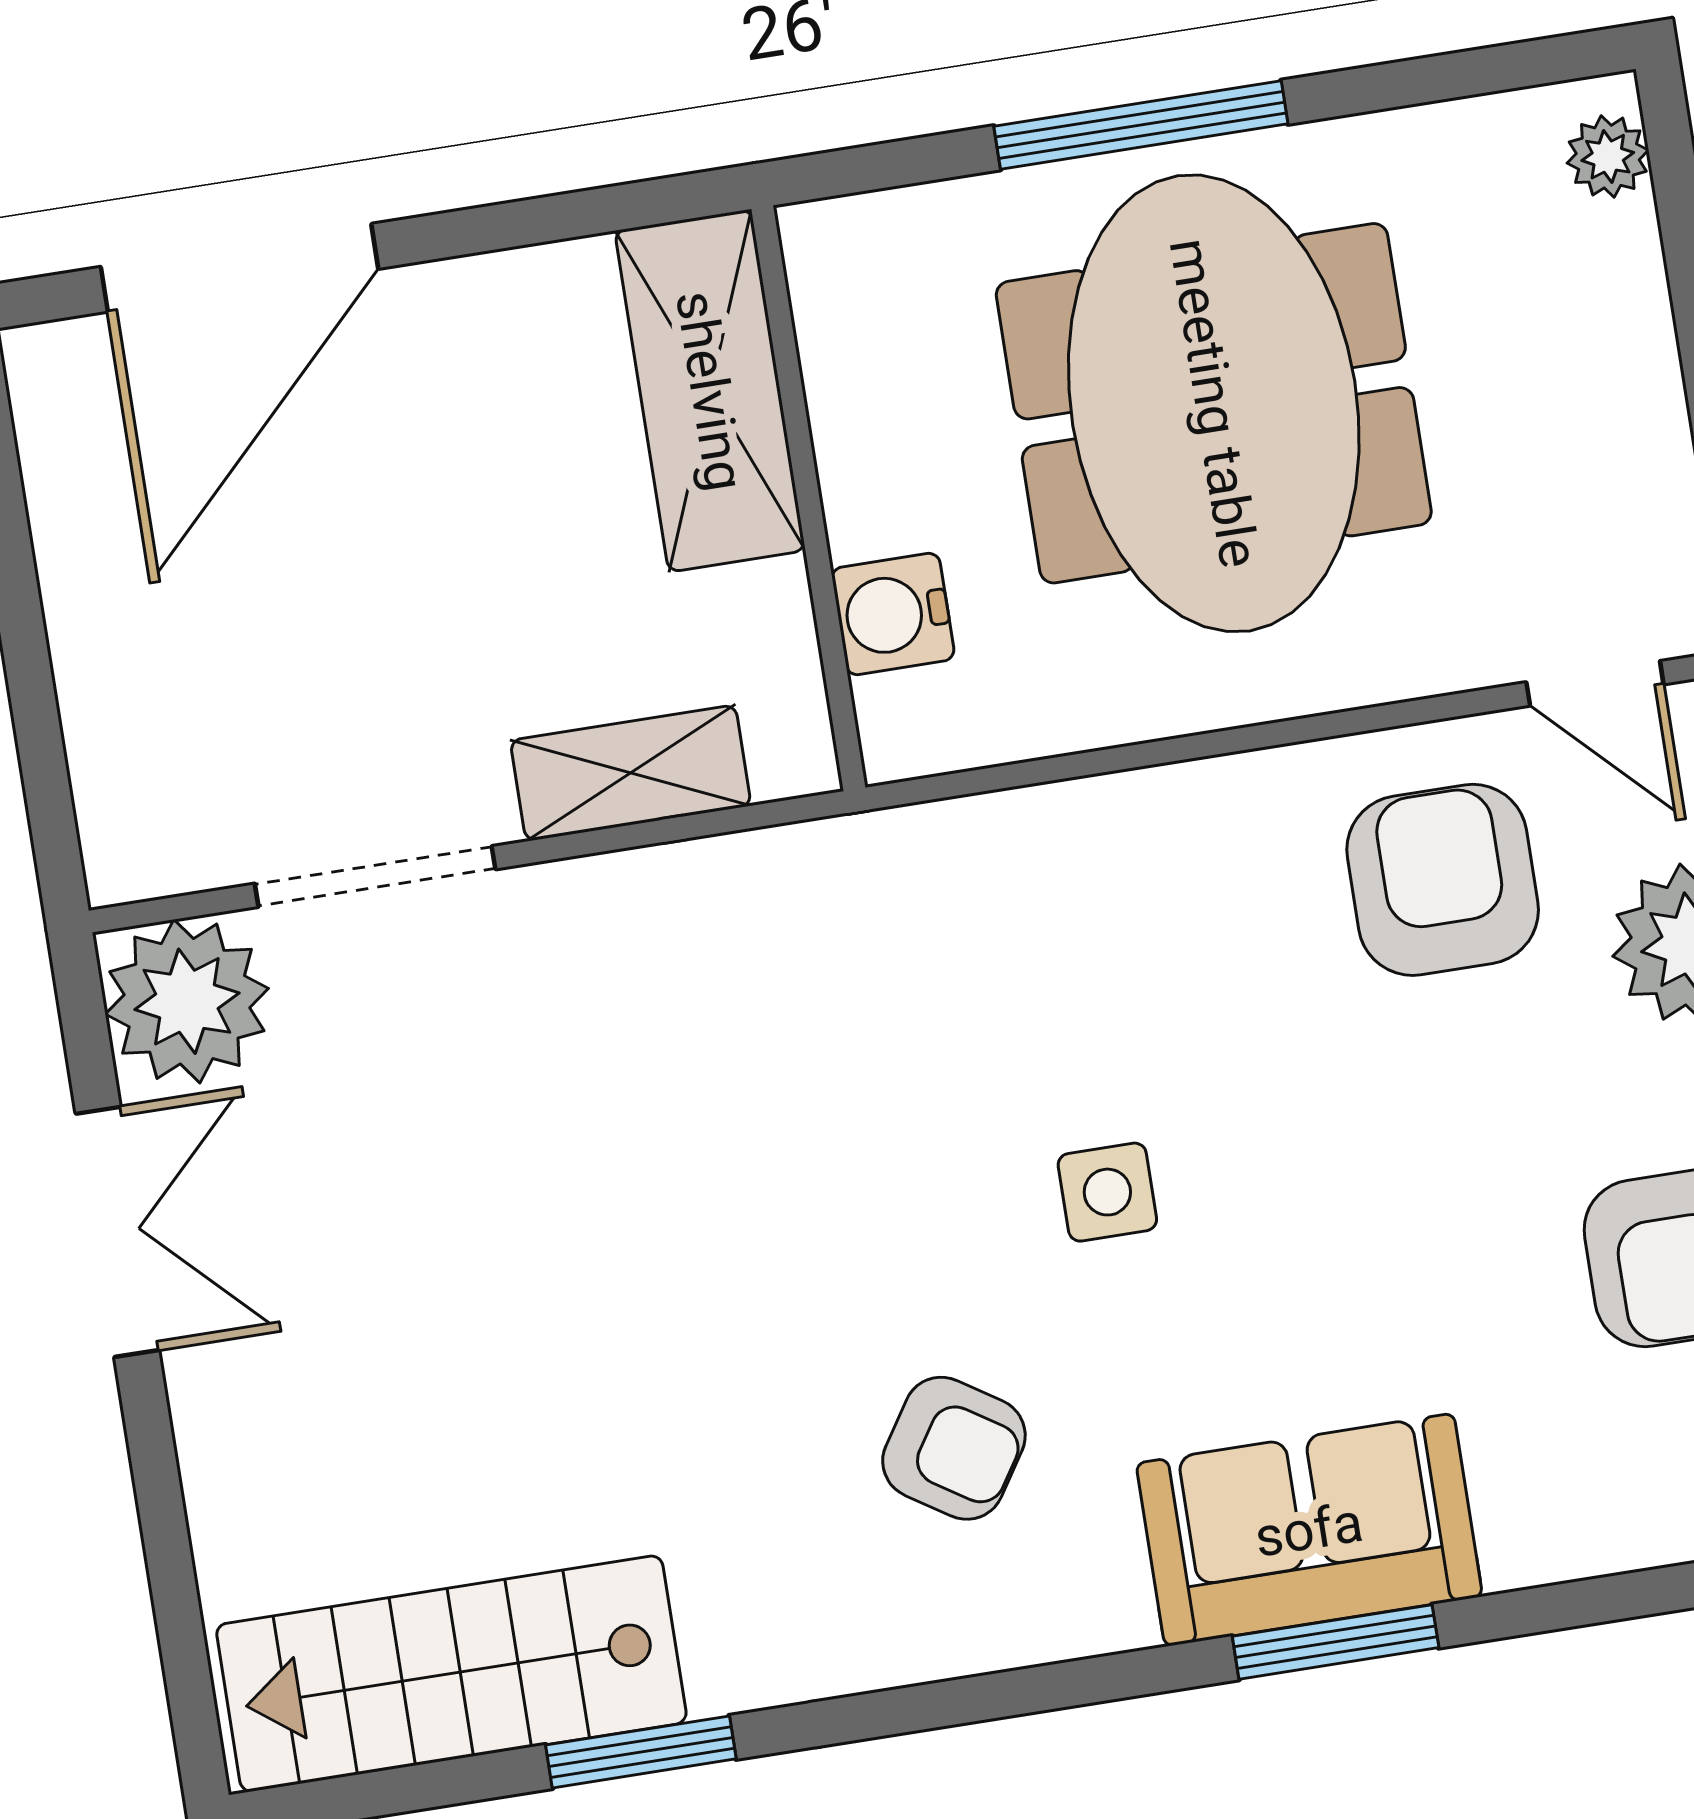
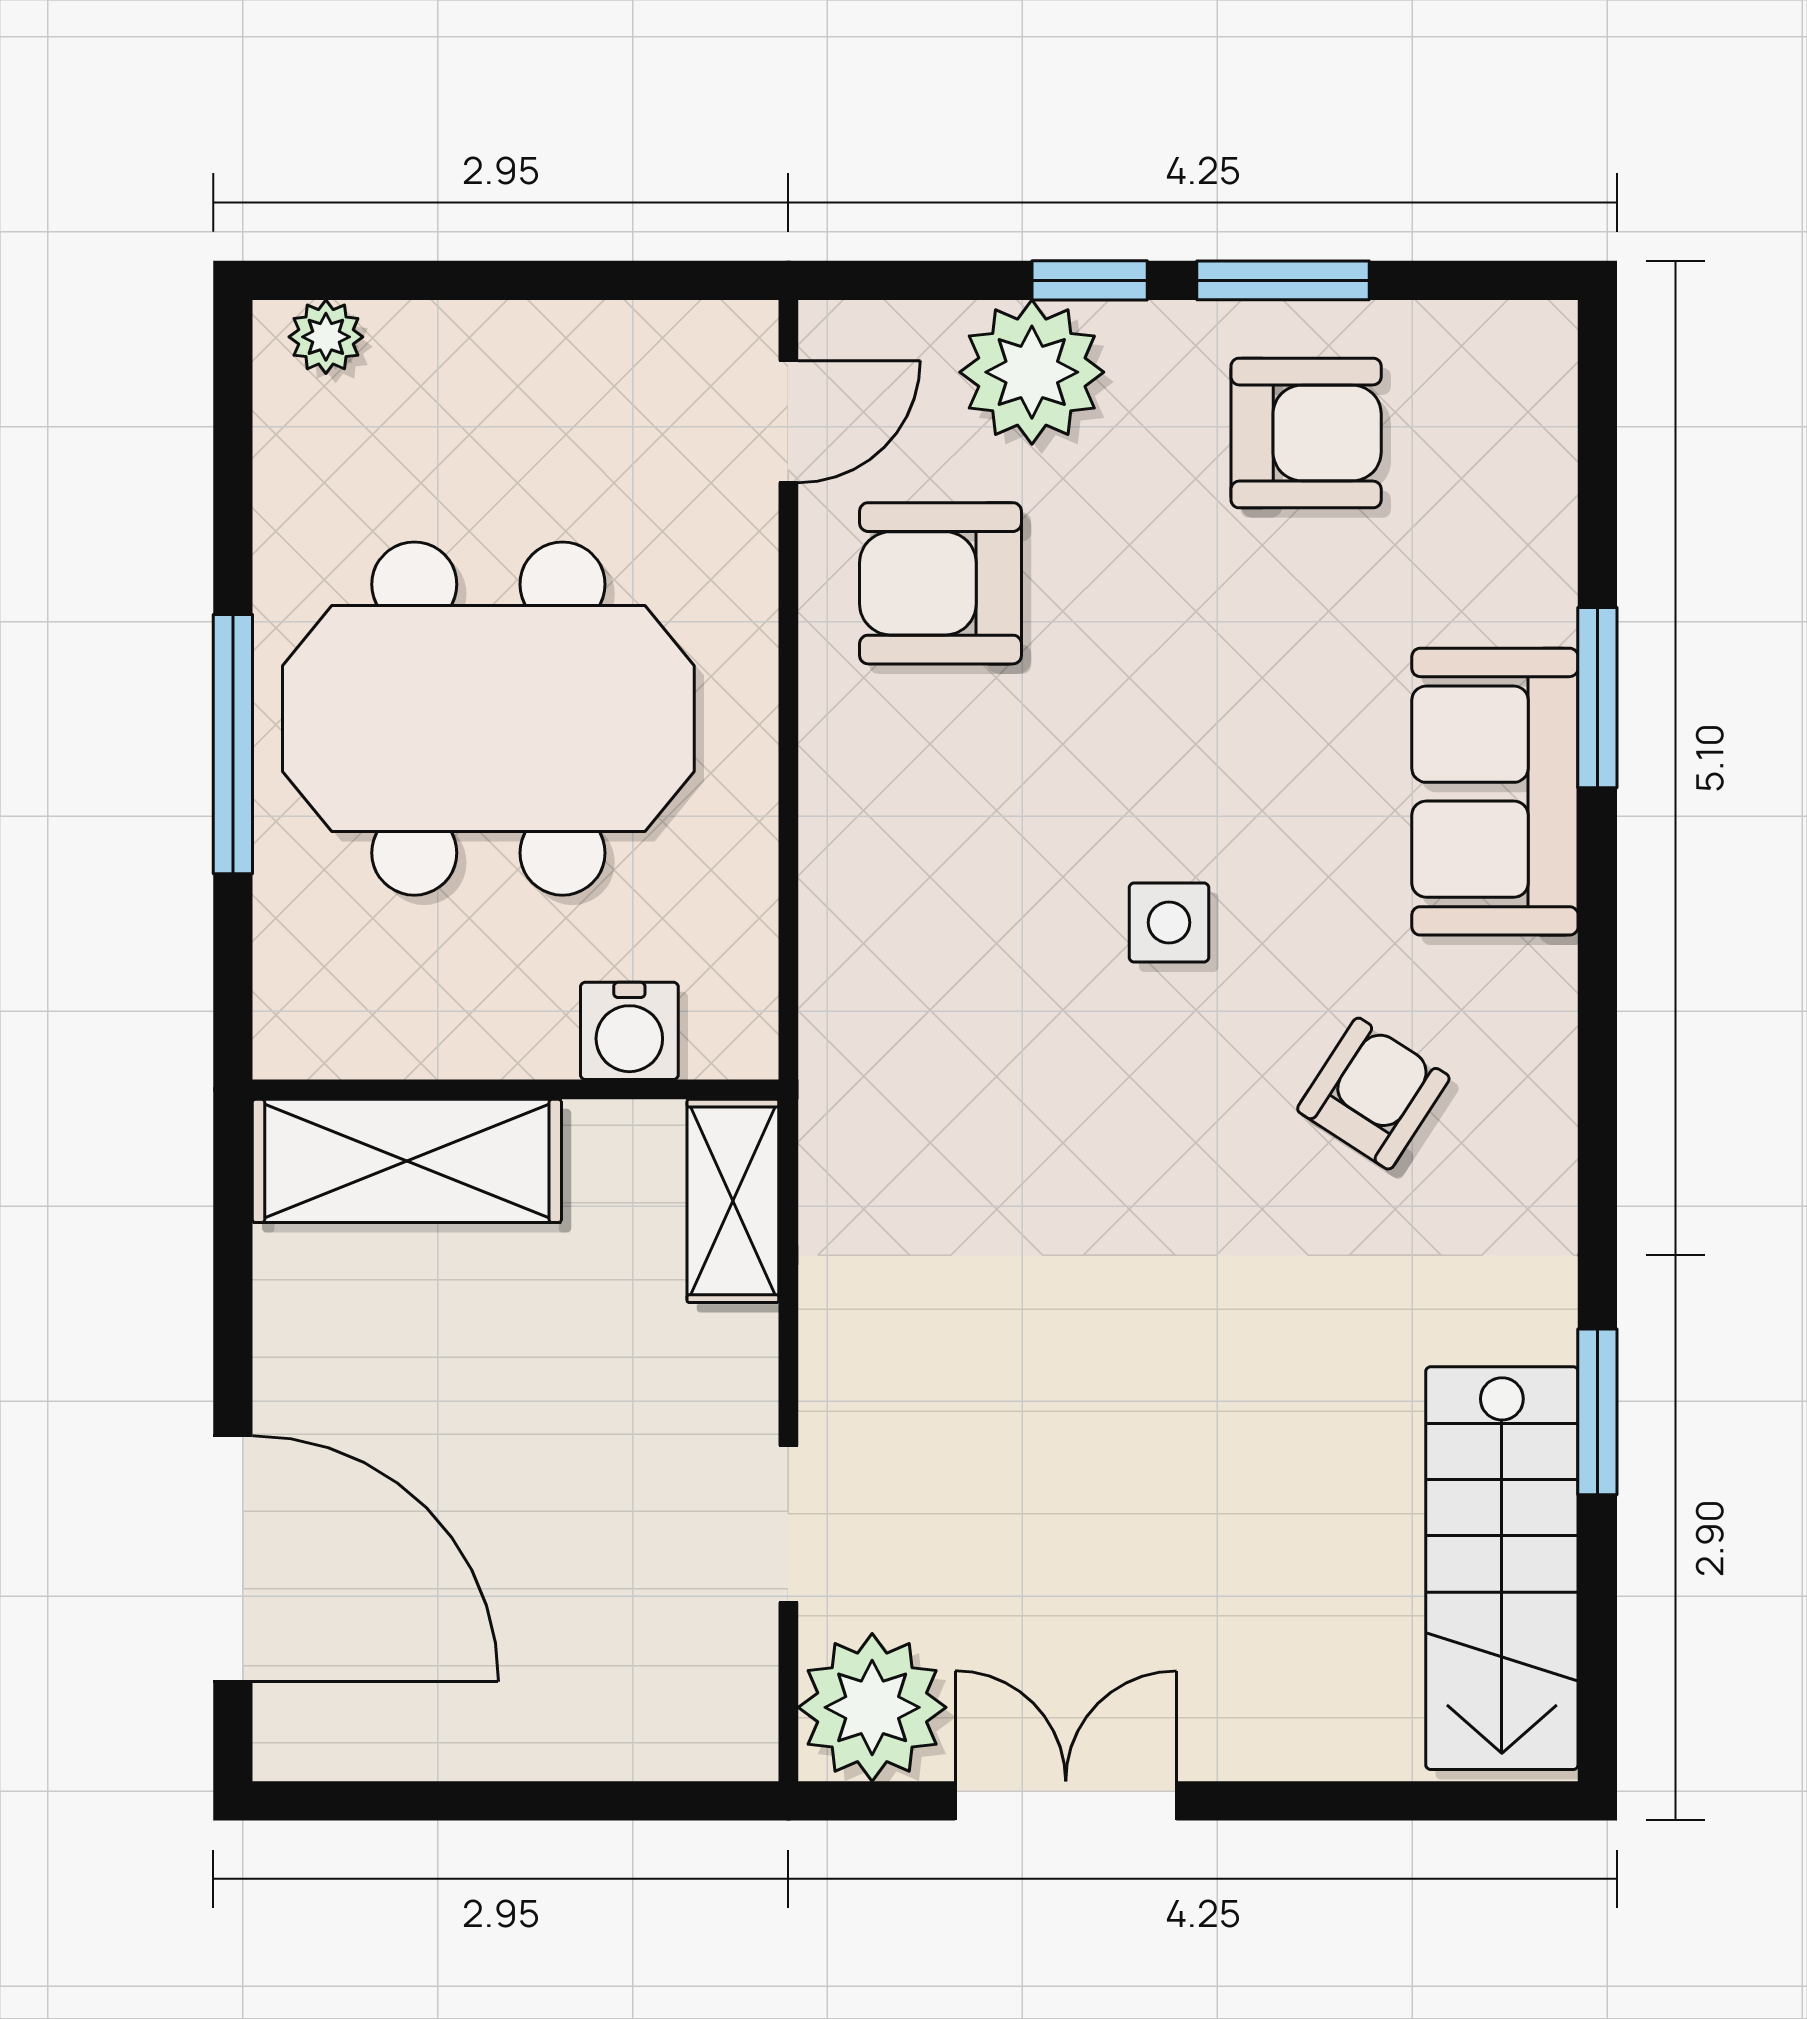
shelving: (631, 773) -> (733, 1201), moved
doorway: (375, 876) -> (788, 1524), width x0.73
window: (1336, 1642) -> (1597, 698), moved

